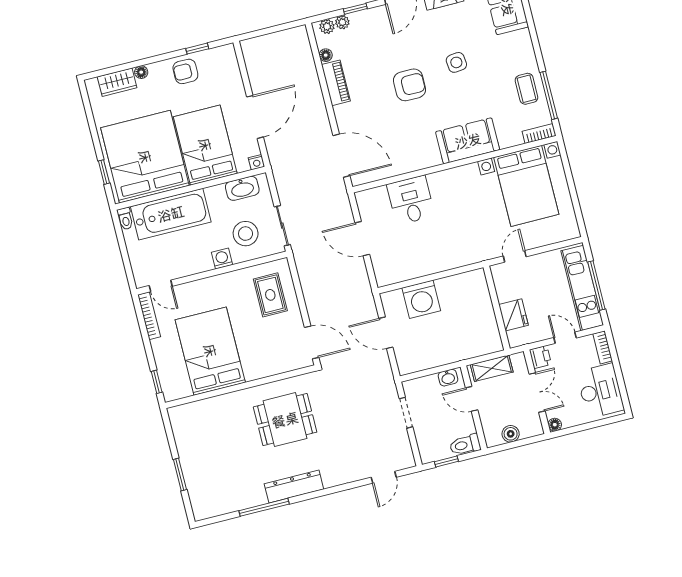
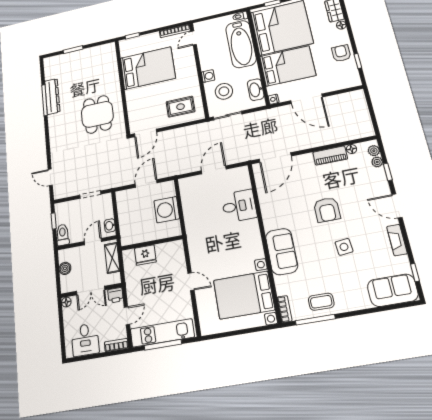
wall: (497, 308) -> (152, 243), moved
fridge: (514, 315) -> (145, 255), moved
desk: (600, 391) -> (85, 340), width x0.73
dresser: (294, 487) -> (52, 96), moved

